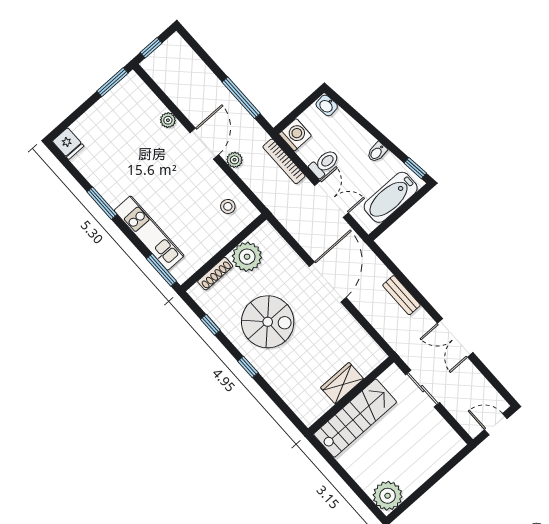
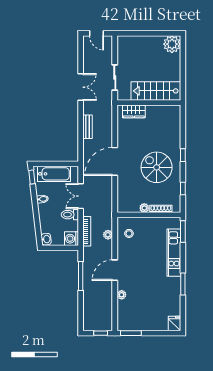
plant: (234, 160) -> (108, 235), moved
plant: (247, 257) -> (144, 208), width x0.53, depth x0.53
wardrobe: (342, 383) -> (134, 111), moved

